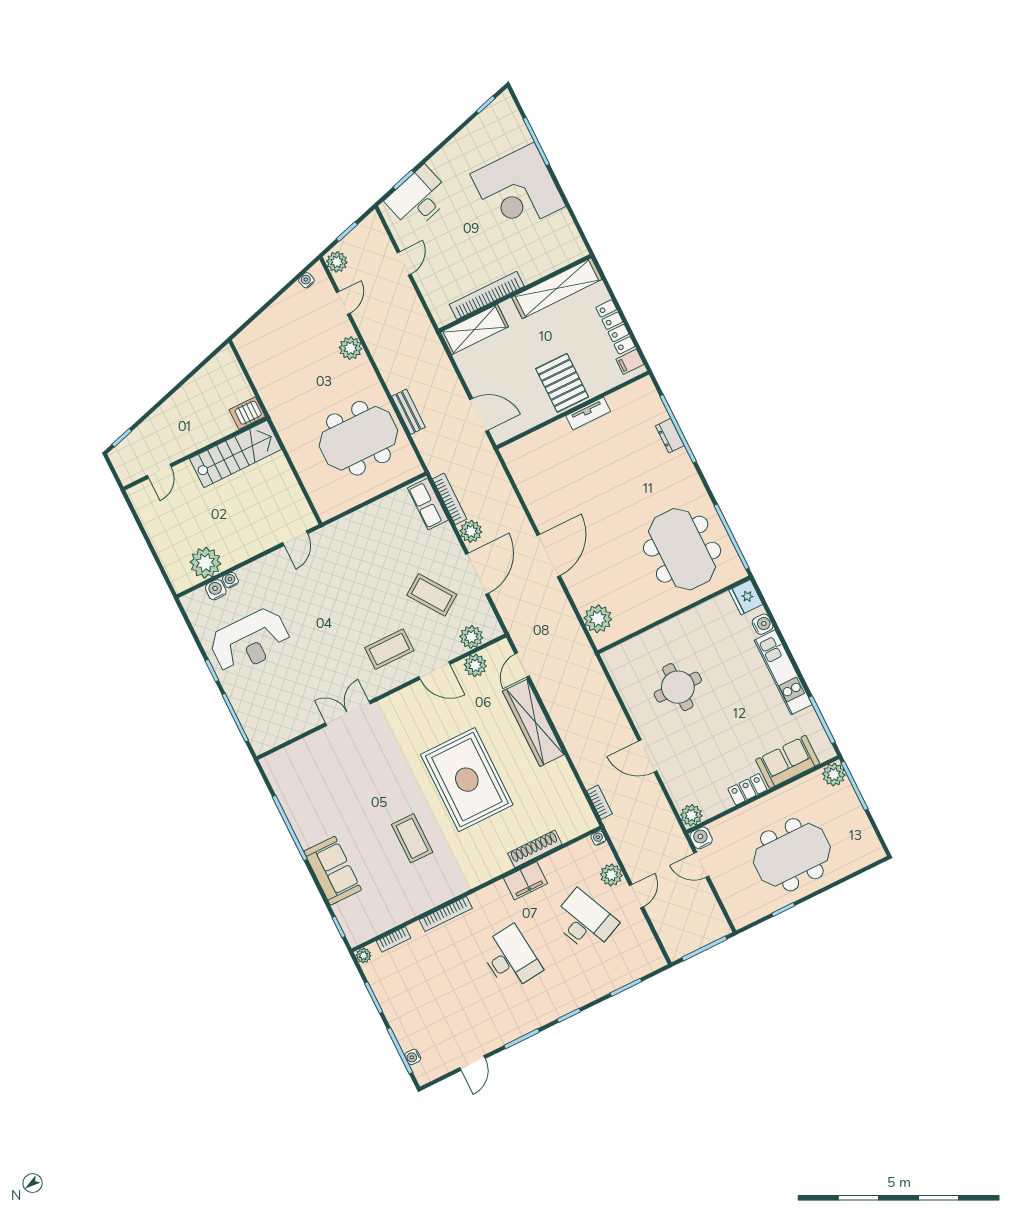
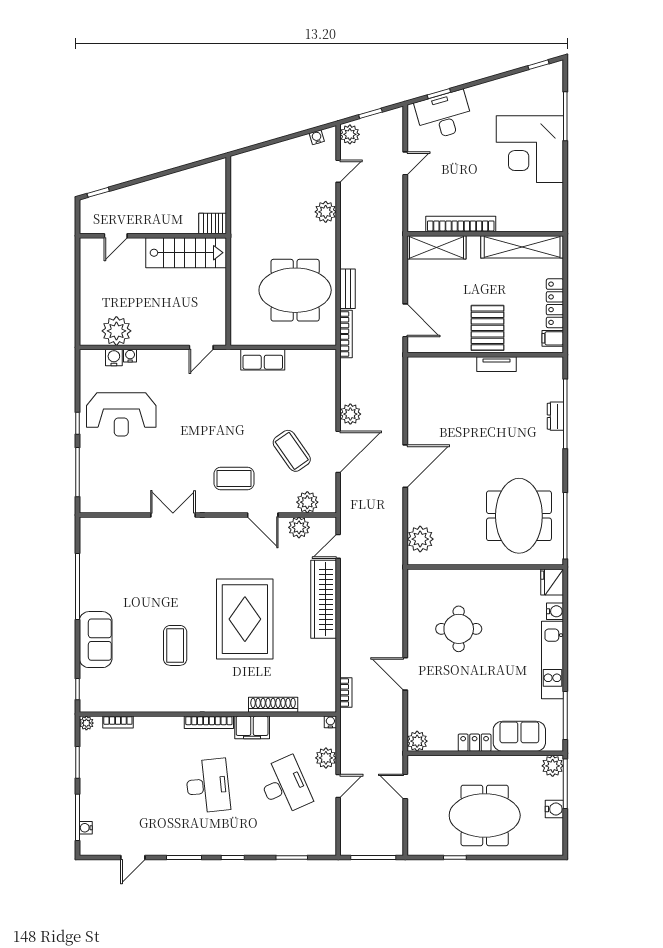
bookcase: (450, 499) -> (346, 334), moved
row of seats: (428, 504) -> (263, 360), moved, turned -90
water cooler: (701, 838) -> (554, 809), moved, turned 90
bookcase: (446, 914) -> (209, 722), moved

